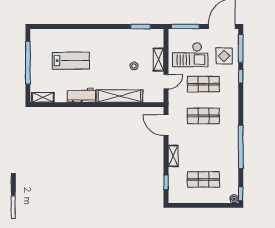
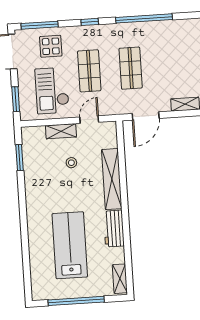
window: (185, 26) -> (16, 99), width x0.69
checkout: (190, 55) -> (52, 91), turned 180
lab bench: (71, 61) -> (70, 245), width x1.36, depth x1.39
window: (241, 76) -> (90, 22), moved
door: (166, 82) -> (89, 120), hinge flipped
window: (241, 147) -> (144, 18), moved

